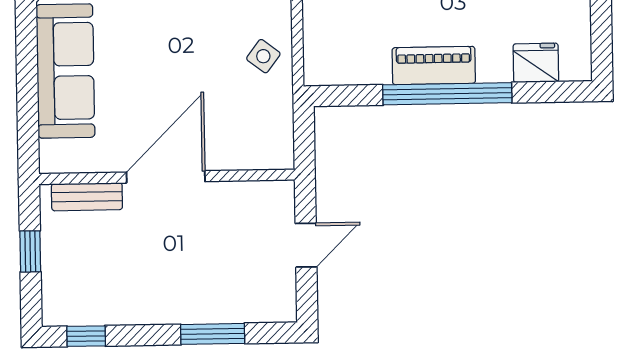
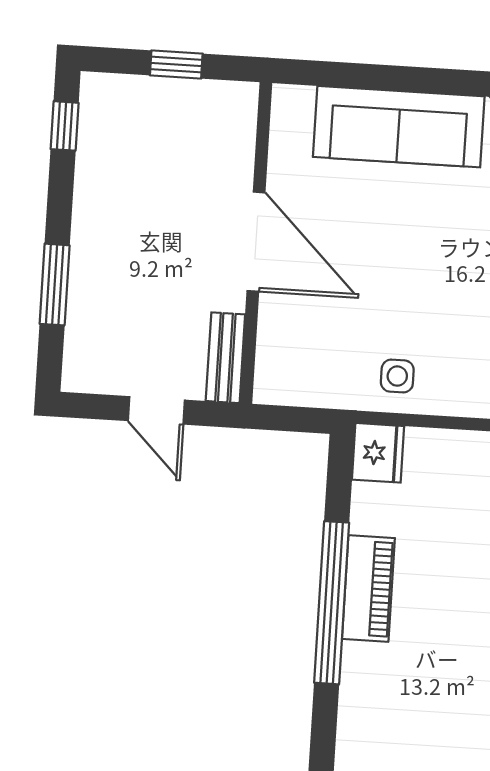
side table: (263, 56) -> (397, 376), turned -37
fridge: (536, 63) -> (378, 453), moved
bench: (87, 197) -> (225, 358), moved

